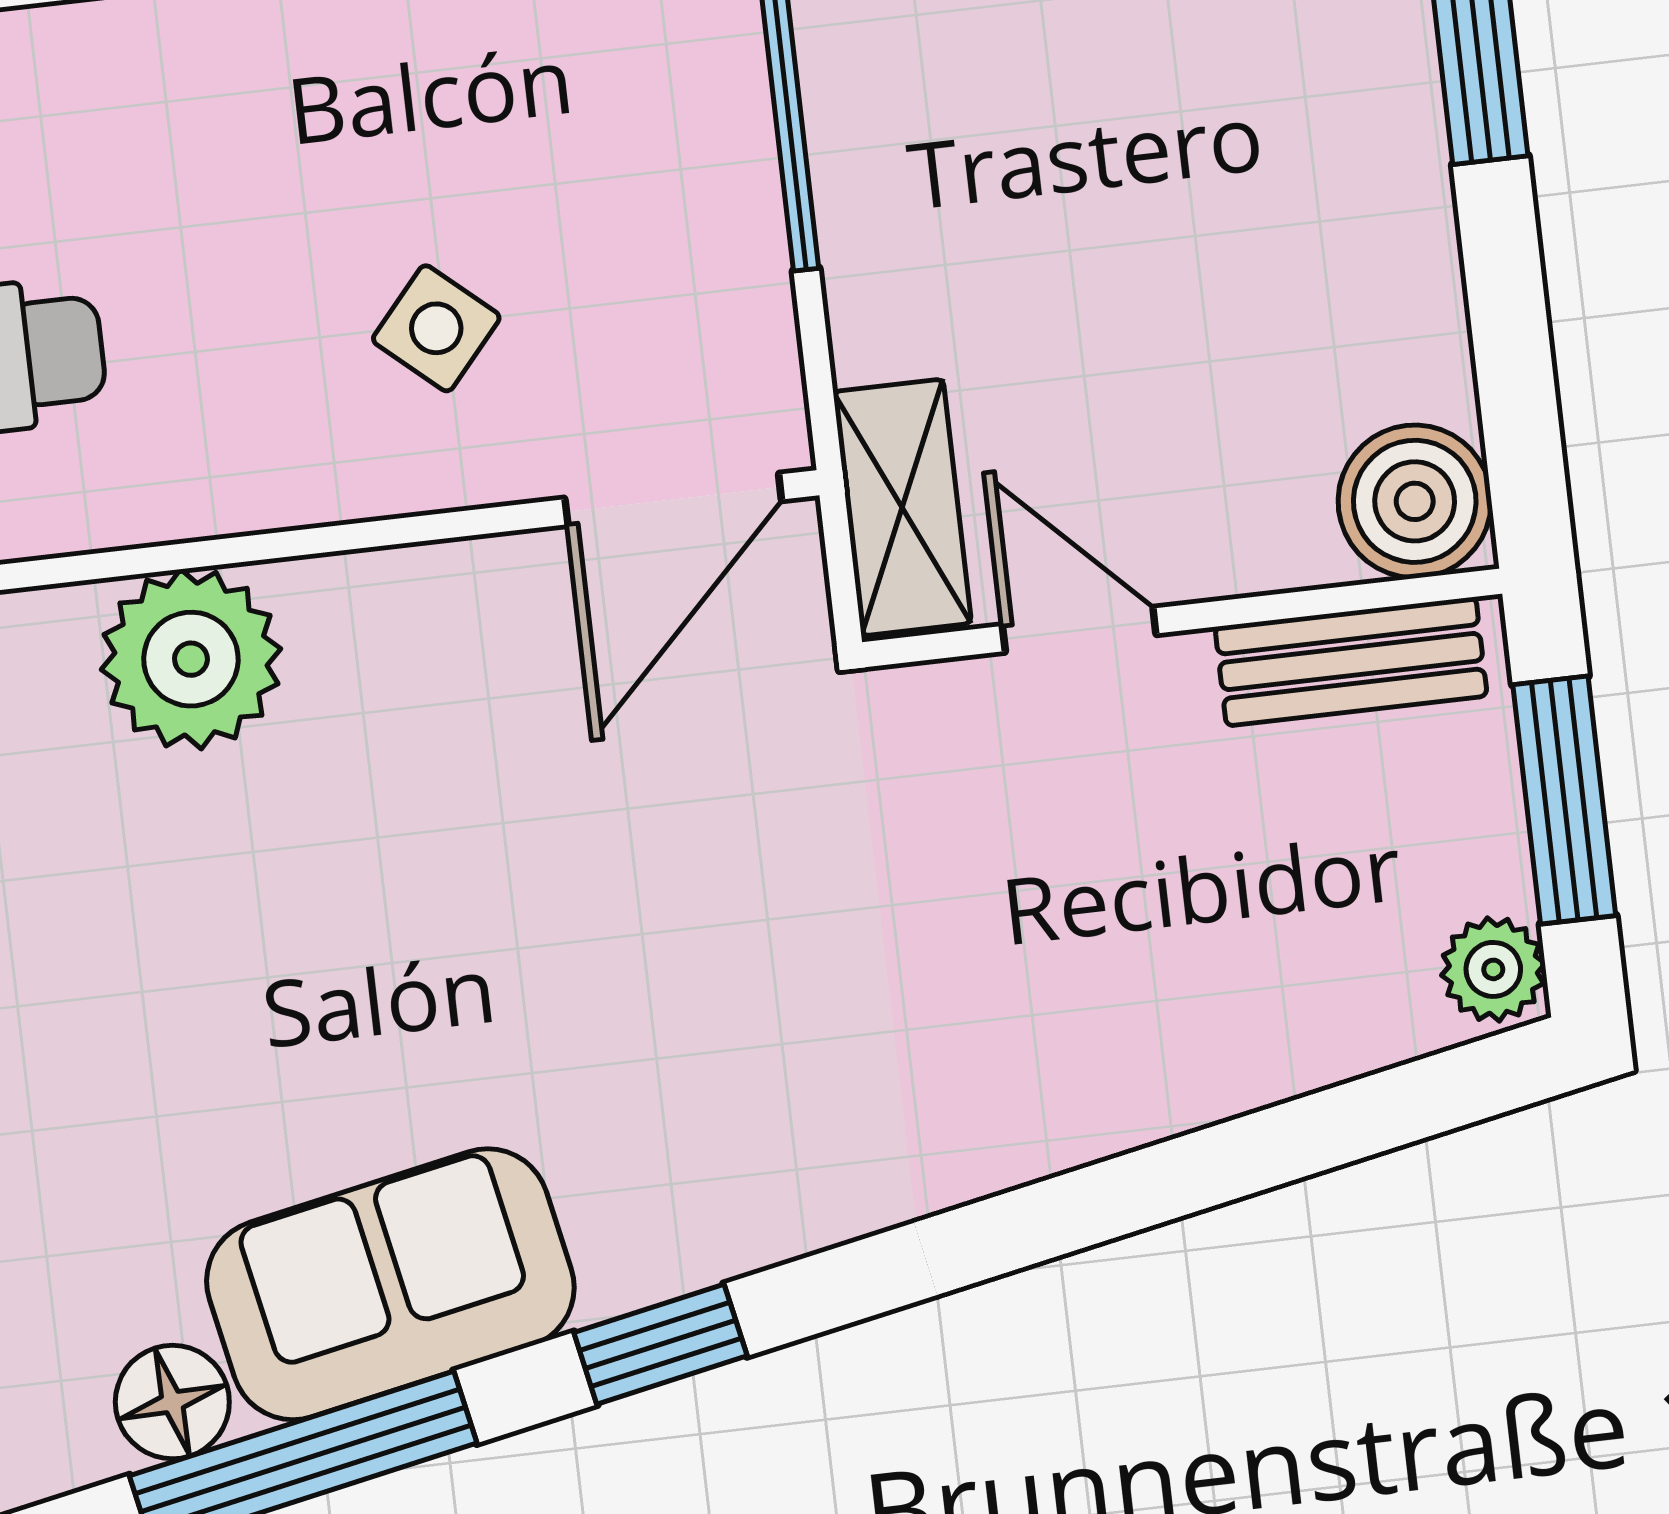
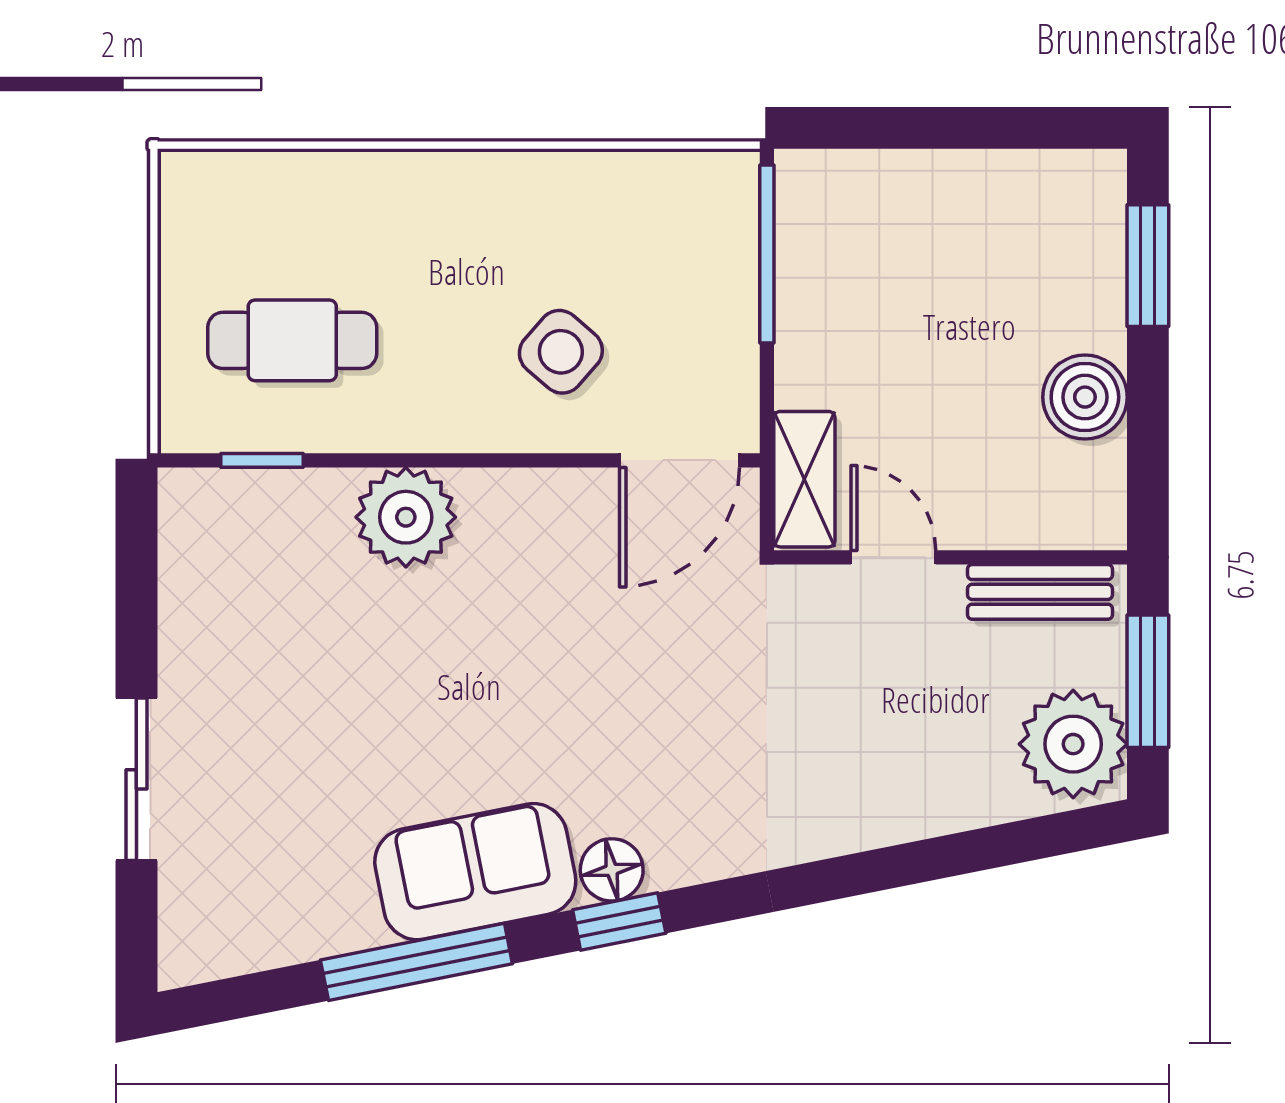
side table: (436, 328) -> (561, 352), width x1.37, depth x1.37
boiler: (1415, 501) -> (1085, 397), moved
plant: (1493, 969) -> (1073, 744), width x1.88, depth x1.88
floor lamp: (172, 1402) -> (612, 870), moved

